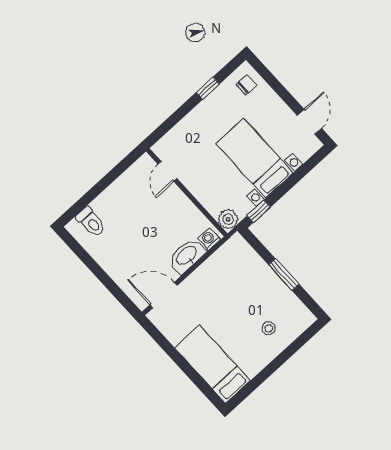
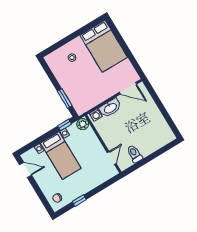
door: (310, 122) -> (26, 170), swing flipped
toilet: (91, 222) -> (134, 154), moved
window: (284, 275) -> (65, 99), moved
bed: (213, 364) -> (104, 46), width x1.50

